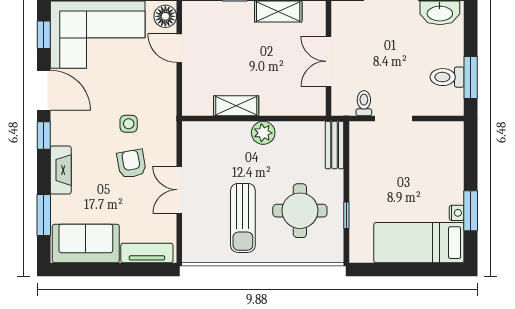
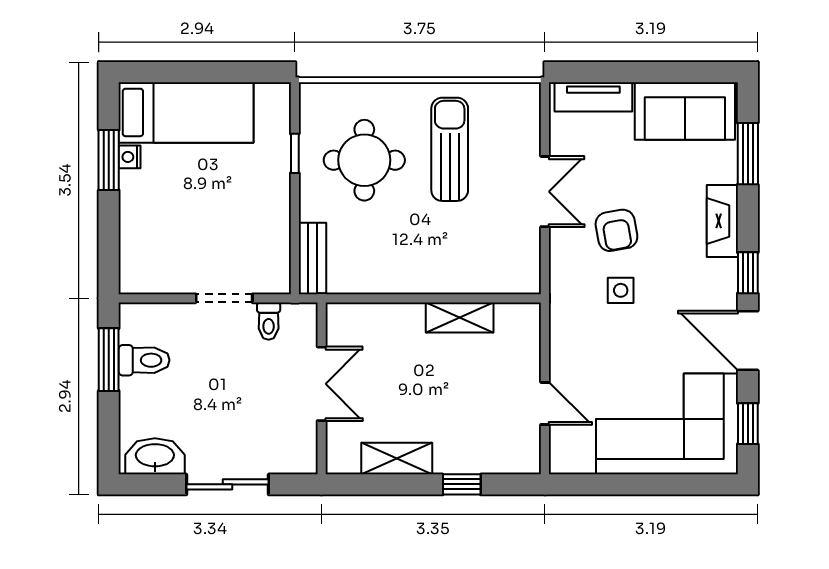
floor lamp: (165, 16) -> (566, 451), removed
plant: (263, 133) -> (419, 277), removed

